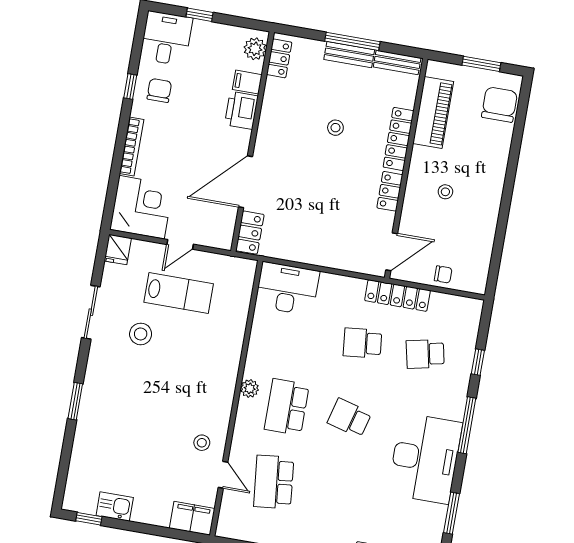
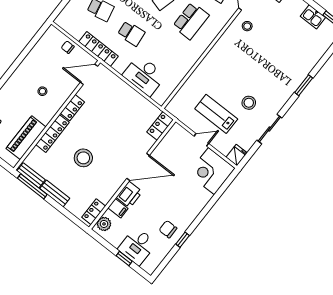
desk: (166, 38) -> (137, 246), moved
window: (352, 41) -> (32, 186), moved
chair: (159, 90) -> (168, 229), turned 90
stool: (335, 128) -> (83, 158), width x1.89, depth x1.89
bookcase: (132, 146) -> (199, 207), removed
door: (246, 182) -> (138, 167), moved
desk: (287, 289) -> (144, 75), moved
plant: (250, 388) -> (206, 42), removed

